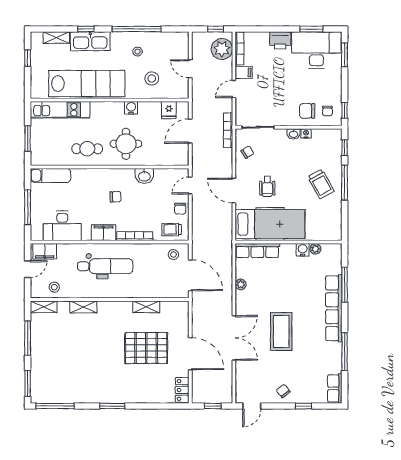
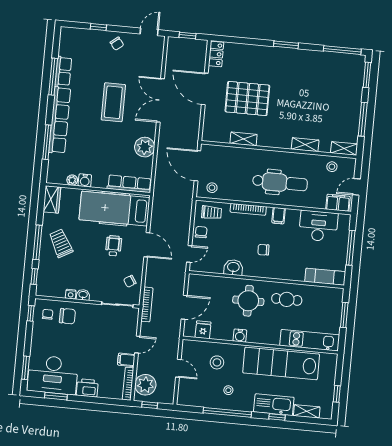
wardrobe: (334, 227) -> (52, 199), added
filing cabinet: (103, 233) -> (279, 216), width x0.50
dental chair: (105, 266) -> (280, 183), turned 180
plant: (241, 284) -> (145, 147), width x1.88, depth x1.88
row of seats: (335, 388) -> (63, 71), moved

